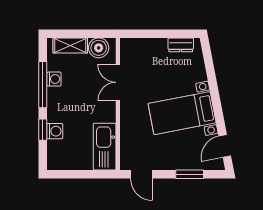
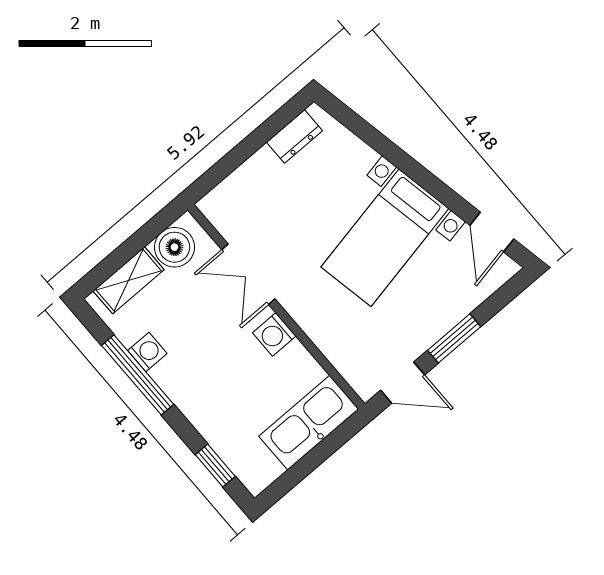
window: (43, 130) -> (215, 466), moved
washing machine: (55, 131) -> (274, 334), moved, turned 180
kitchen sink: (105, 147) -> (309, 423), moved, turned 90
window: (190, 174) -> (454, 338), moved

